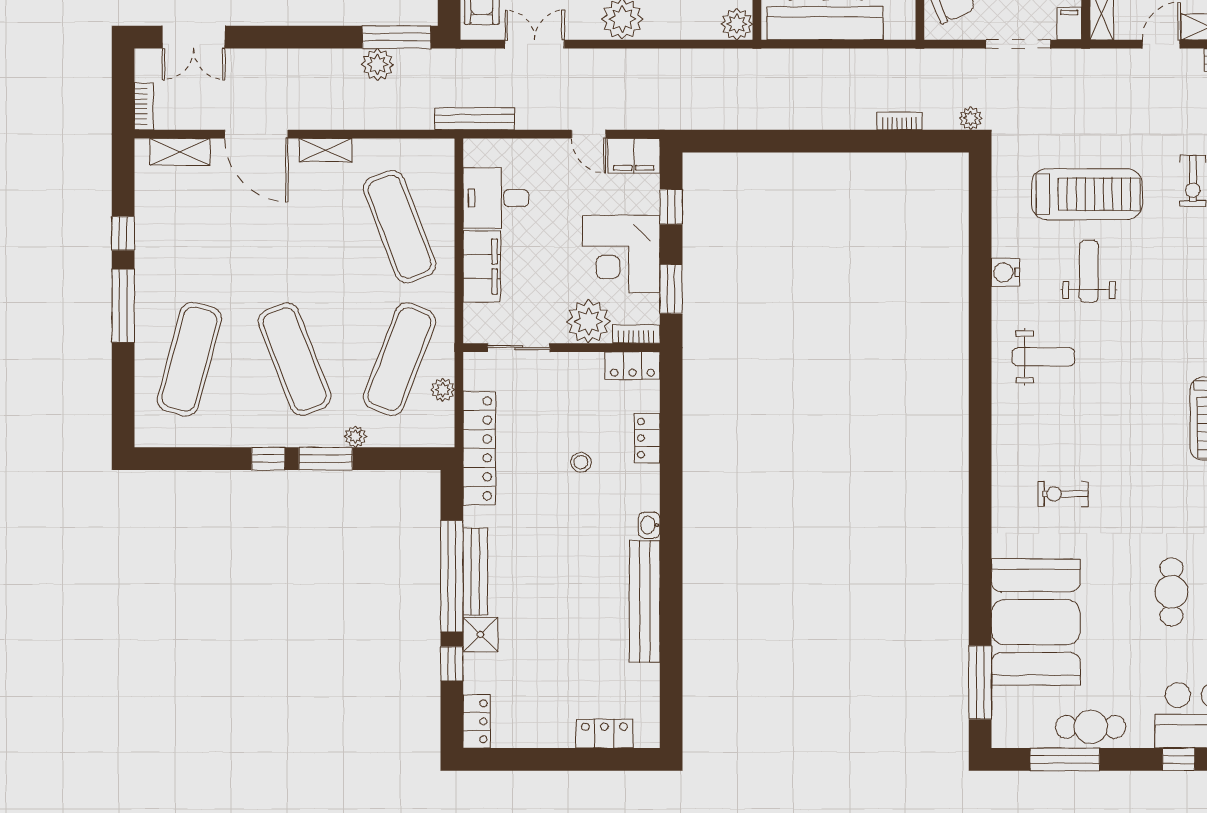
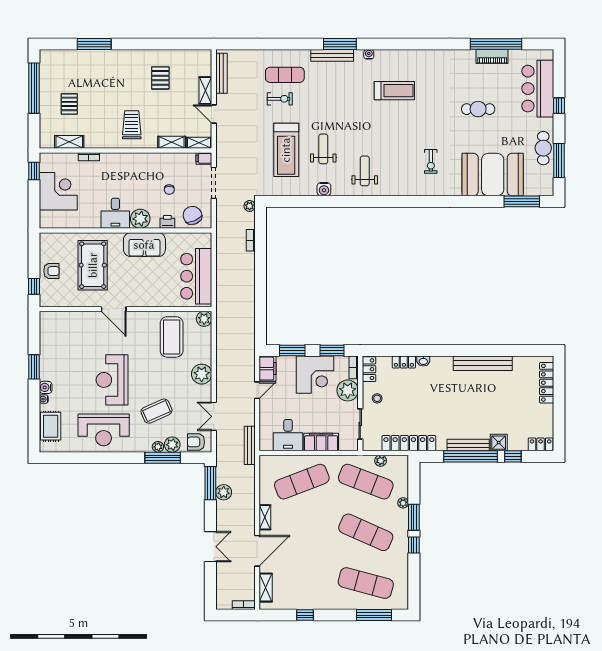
double door: (194, 37) -> (210, 547), moved
treadmill: (1087, 194) -> (286, 150), turned 180
window: (671, 207) -> (292, 351), width x1.50
weight bench: (1089, 271) -> (323, 149), turned 90
window: (123, 306) -> (374, 615), moved
exercise mat: (294, 359) -> (366, 532), turned 45
stool: (581, 462) -> (377, 398), moved
washbasin: (649, 525) -> (423, 361), moved
locker: (604, 734) -> (547, 383), width x1.53

